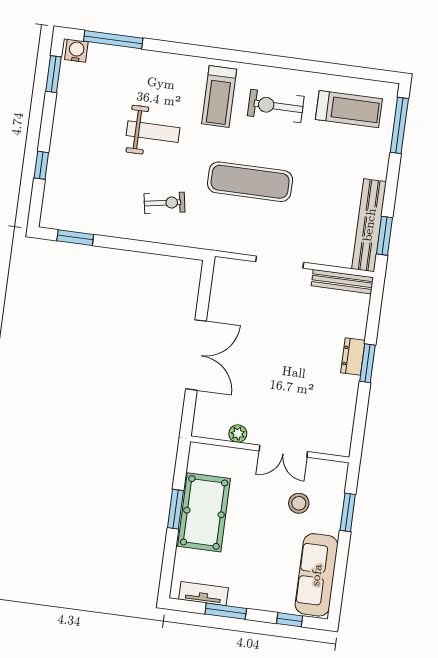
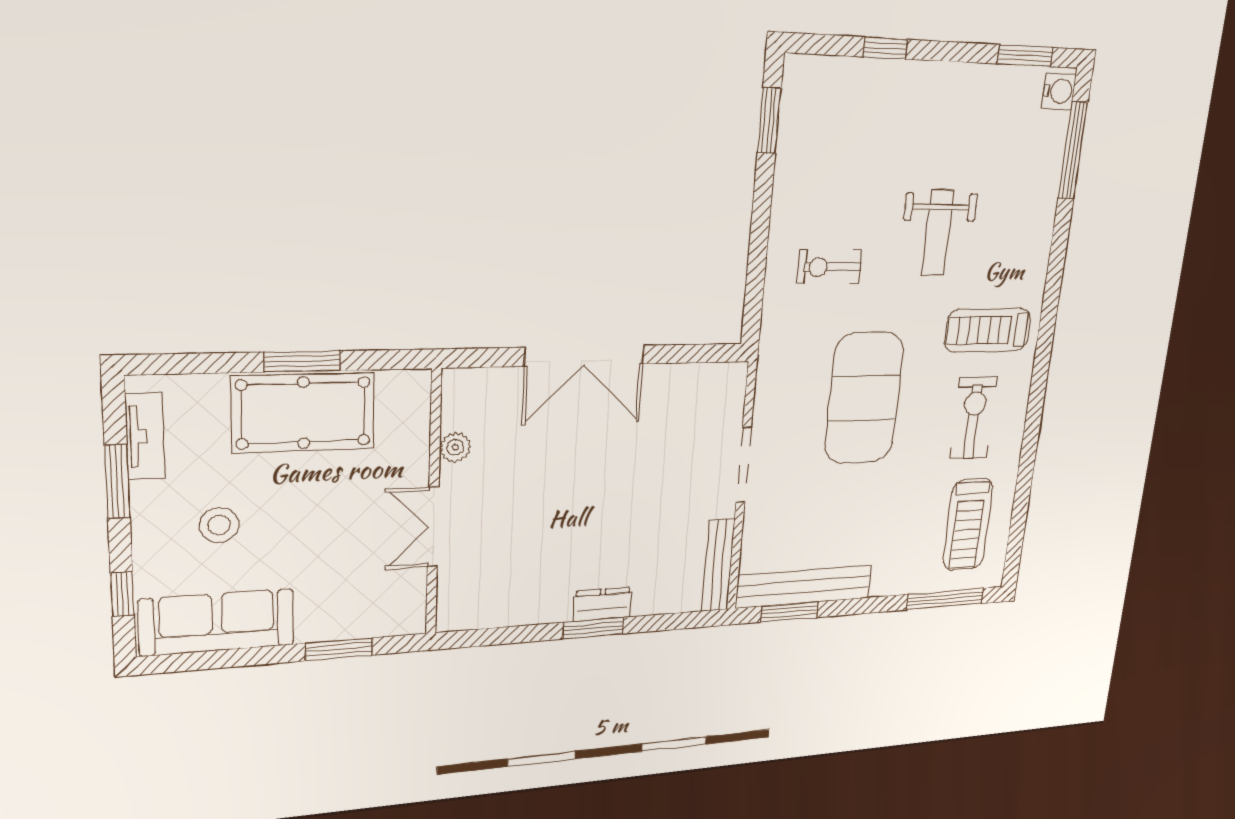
exercise mat: (250, 182) -> (864, 398), width x1.47
exercise bike: (164, 203) -> (829, 267), turned 100
stool: (299, 503) -> (219, 525), moved

